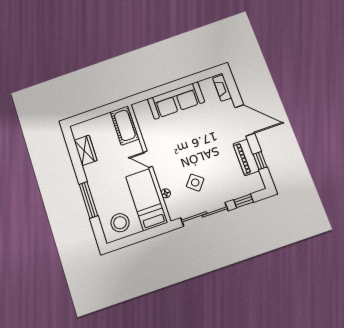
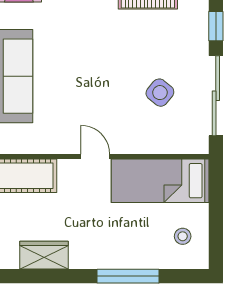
door: (148, 159) -> (95, 156), swing flipped
floor lamp: (166, 193) -> (161, 146), removed
stool: (120, 223) -> (183, 236), width x0.53, depth x0.53

